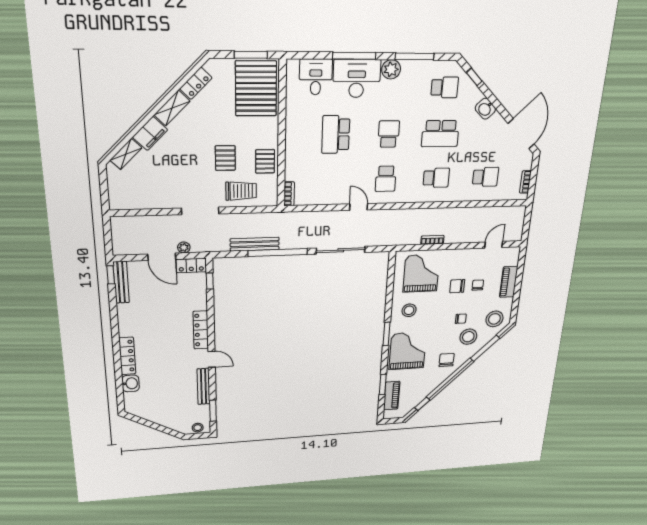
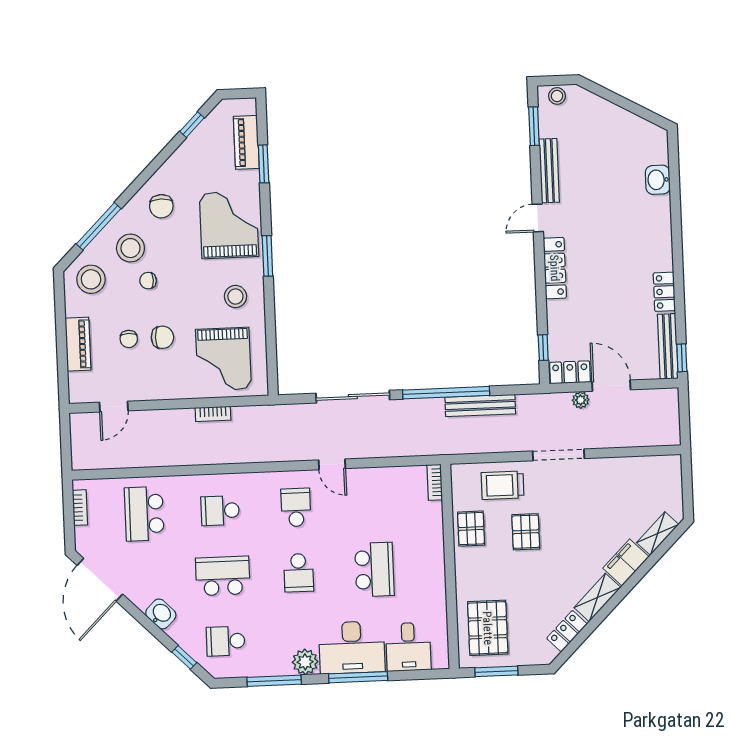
pallet: (256, 89) -> (488, 628), width x0.73, depth x0.71
school desk: (486, 177) -> (144, 514), width x1.85
grand piano: (408, 351) -> (229, 225), turned 180
locker: (127, 356) -> (664, 292), moved, width x0.66
door: (212, 359) -> (538, 218), hinge flipped

